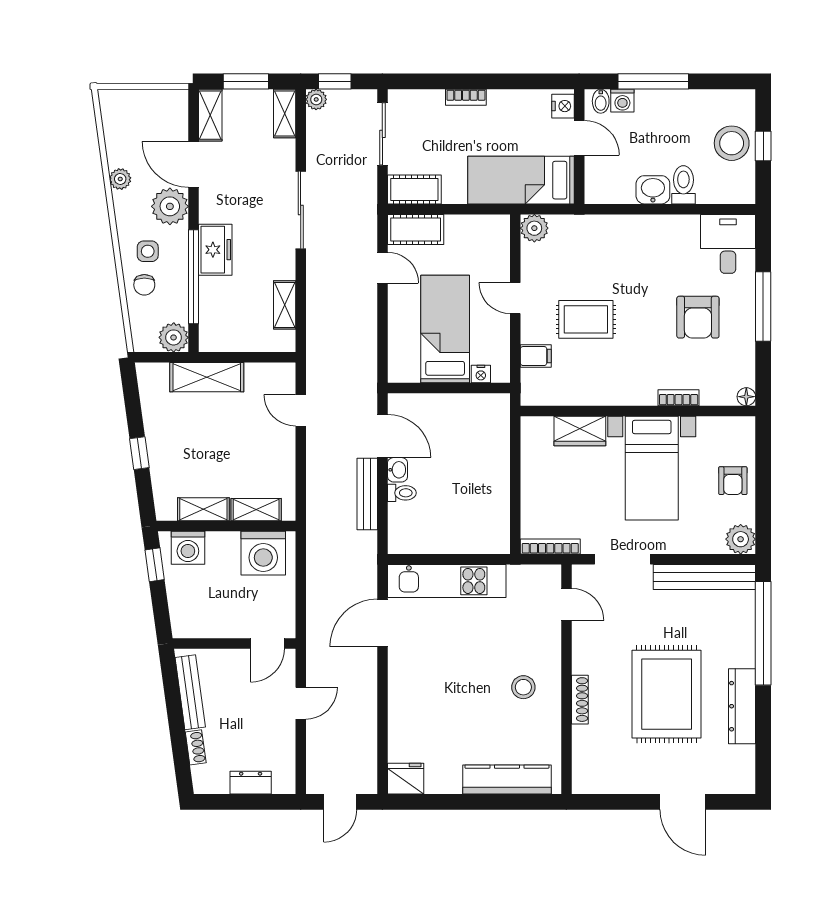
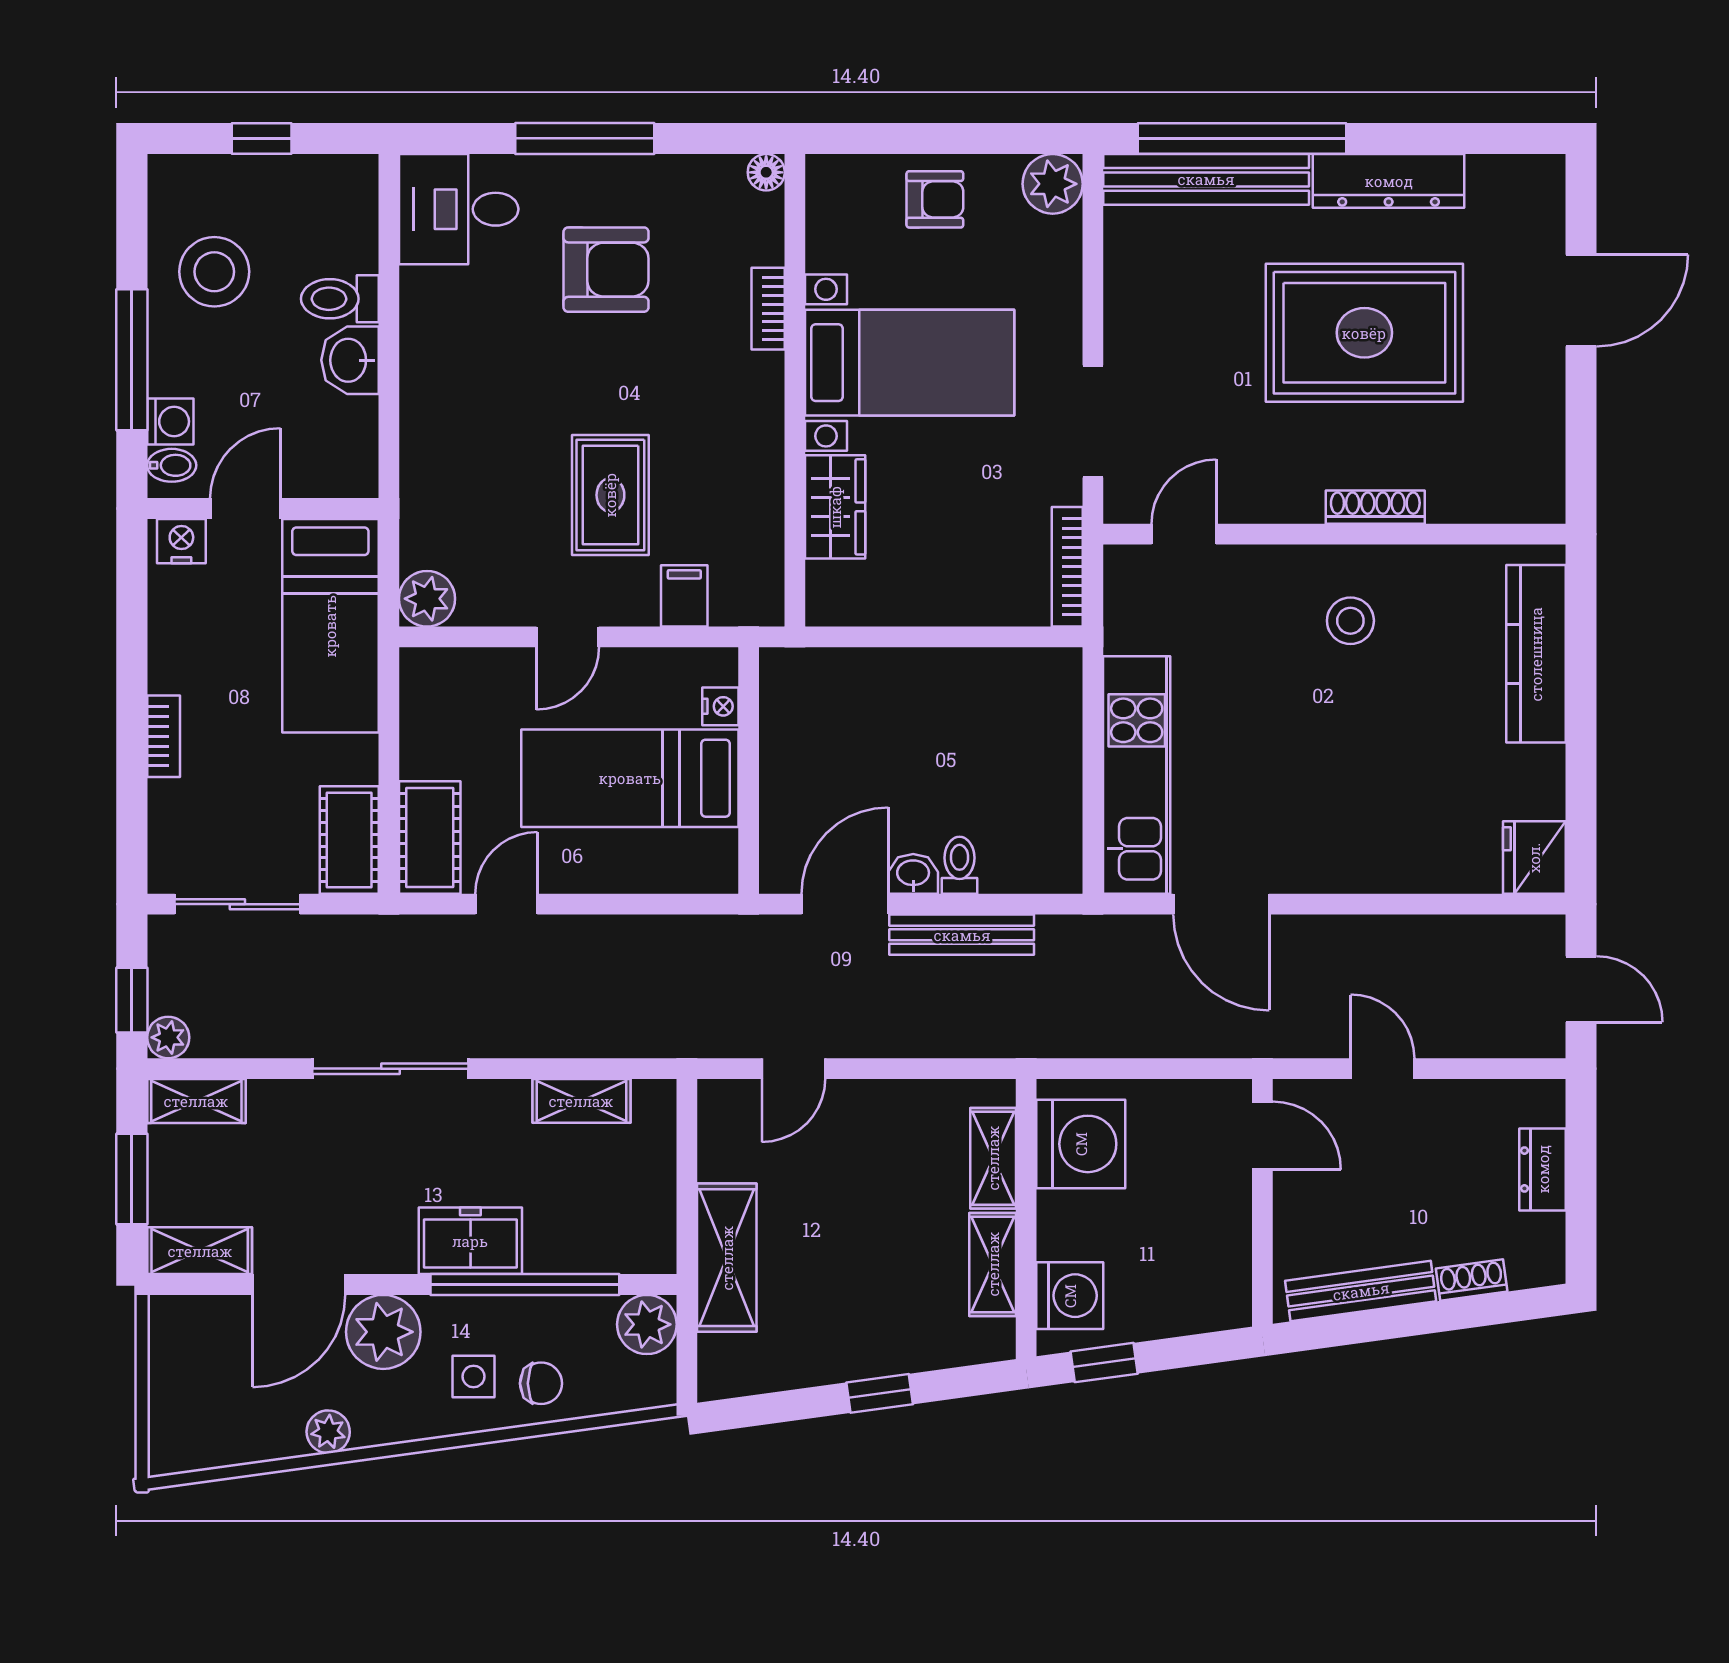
stool: (732, 143) -> (214, 272), moved
bench: (704, 577) -> (1206, 179), moved, turned 90

